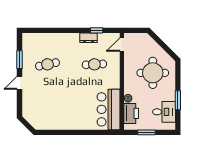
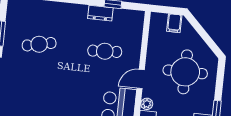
filing cabinet: (141, 39) -> (174, 23), added
door: (122, 45) -> (141, 79), moved

